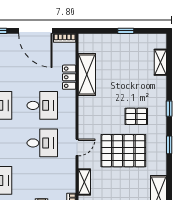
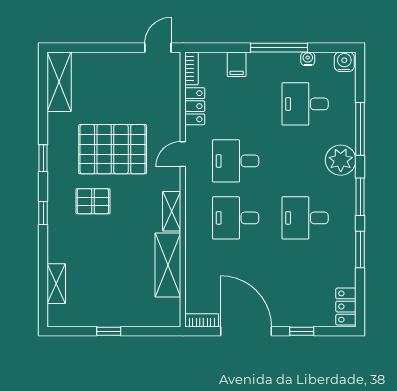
locker: (69, 77) -> (195, 106), moved
shelving: (84, 182) -> (172, 211), moved

